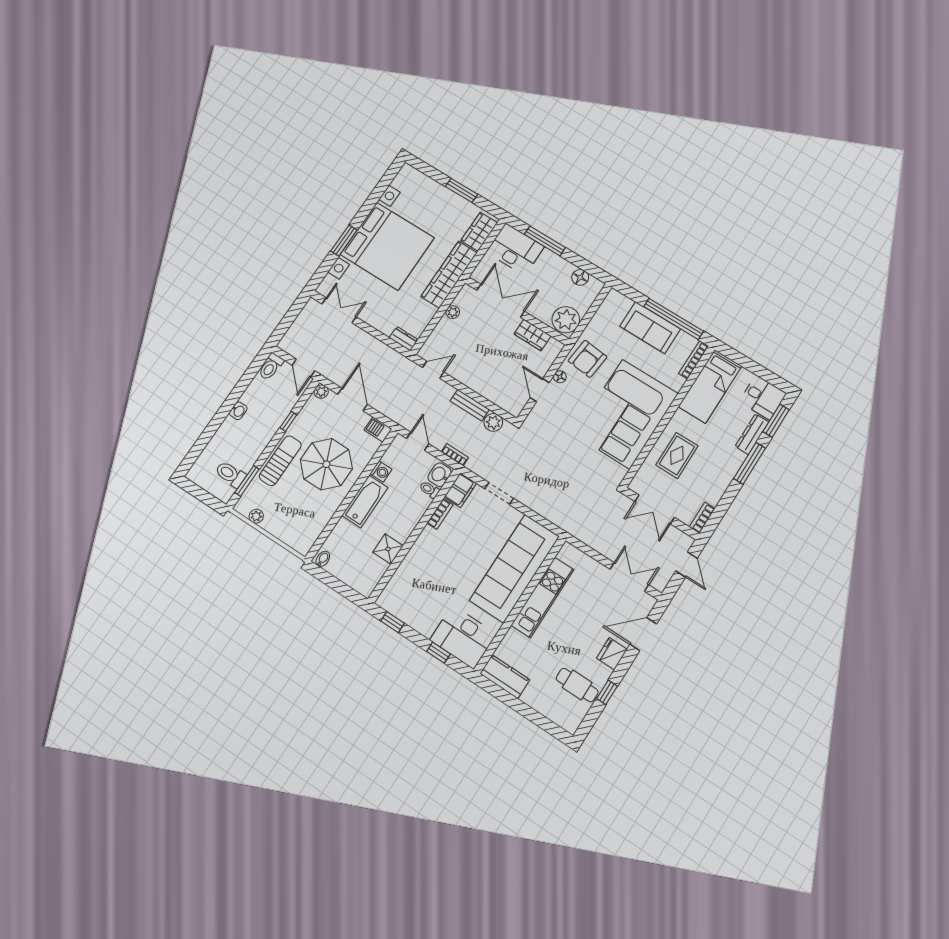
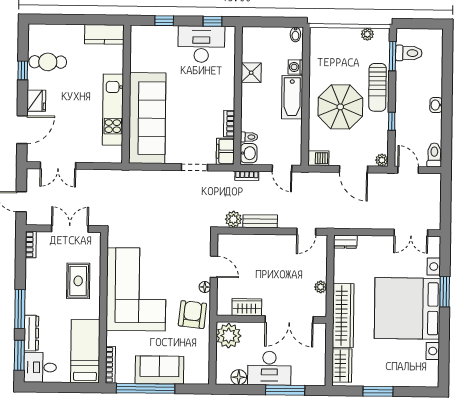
desk: (515, 249) -> (269, 368), moved
washing machine: (381, 471) -> (296, 67), moved
desk: (463, 637) -> (201, 44), moved

